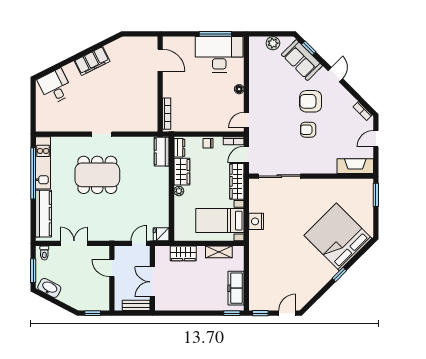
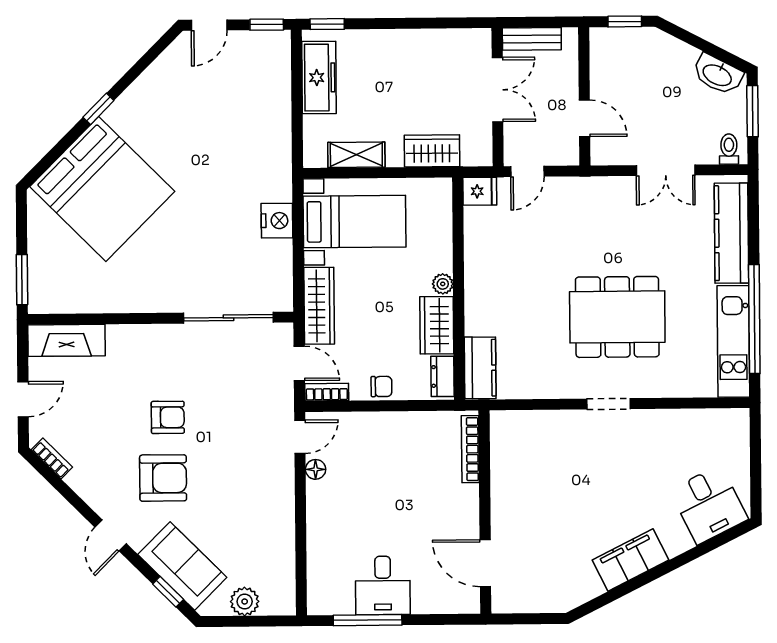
desk: (219, 54) -> (383, 585), width x0.53, depth x0.77
floor lamp: (239, 89) -> (316, 469), moved
door: (246, 154) -> (299, 363), hinge flipped

